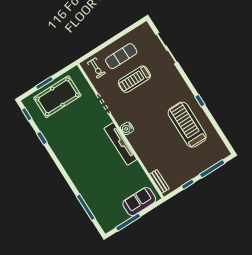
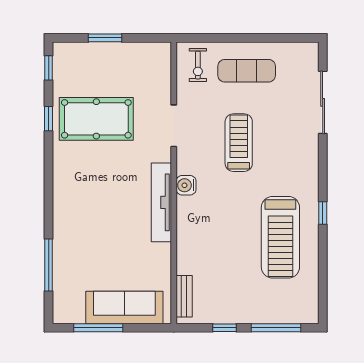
treadmill: (134, 79) -> (239, 143), moved, turned 90
pool table: (57, 97) -> (96, 119), moved
treadmill: (187, 125) -> (280, 237), turned 180
sofa: (139, 202) -> (124, 307), width x1.36

